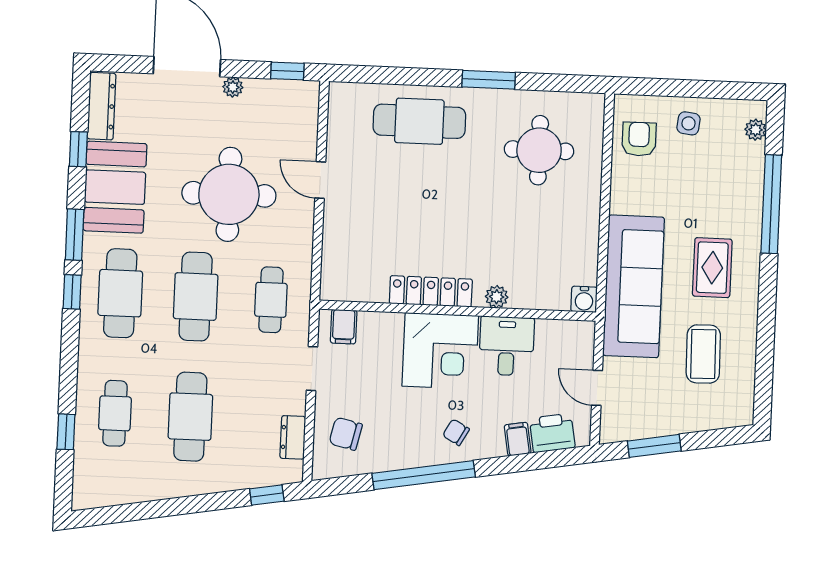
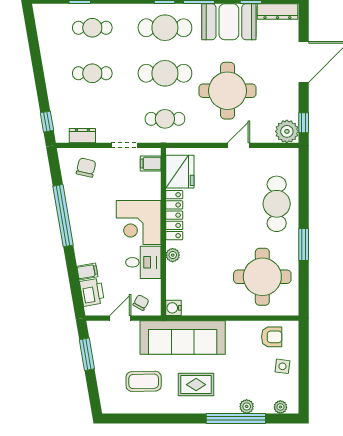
plant: (233, 87) -> (287, 131), moved, width x1.88, depth x1.88
round table: (539, 150) -> (262, 277), width x1.36, depth x1.36
plant: (752, 185) -> (247, 406), added
fridge: (359, 279) -> (180, 172), added
cafe table: (190, 417) -> (92, 73), width x0.73, depth x0.74
chair: (456, 432) -> (141, 303), moved

